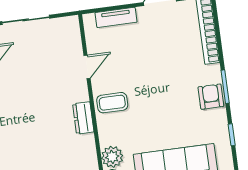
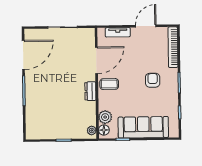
door: (87, 67) -> (96, 60), width x1.88
armchair: (211, 97) -> (153, 80), moved

